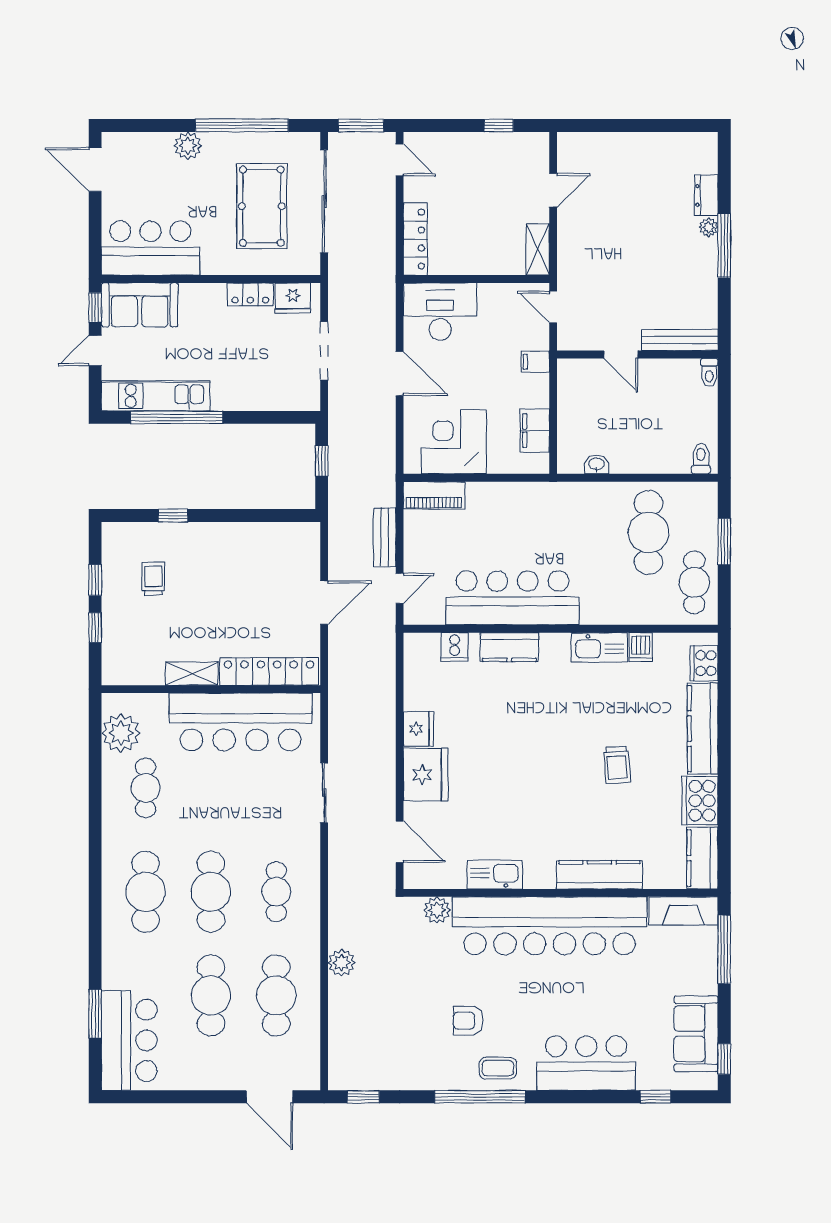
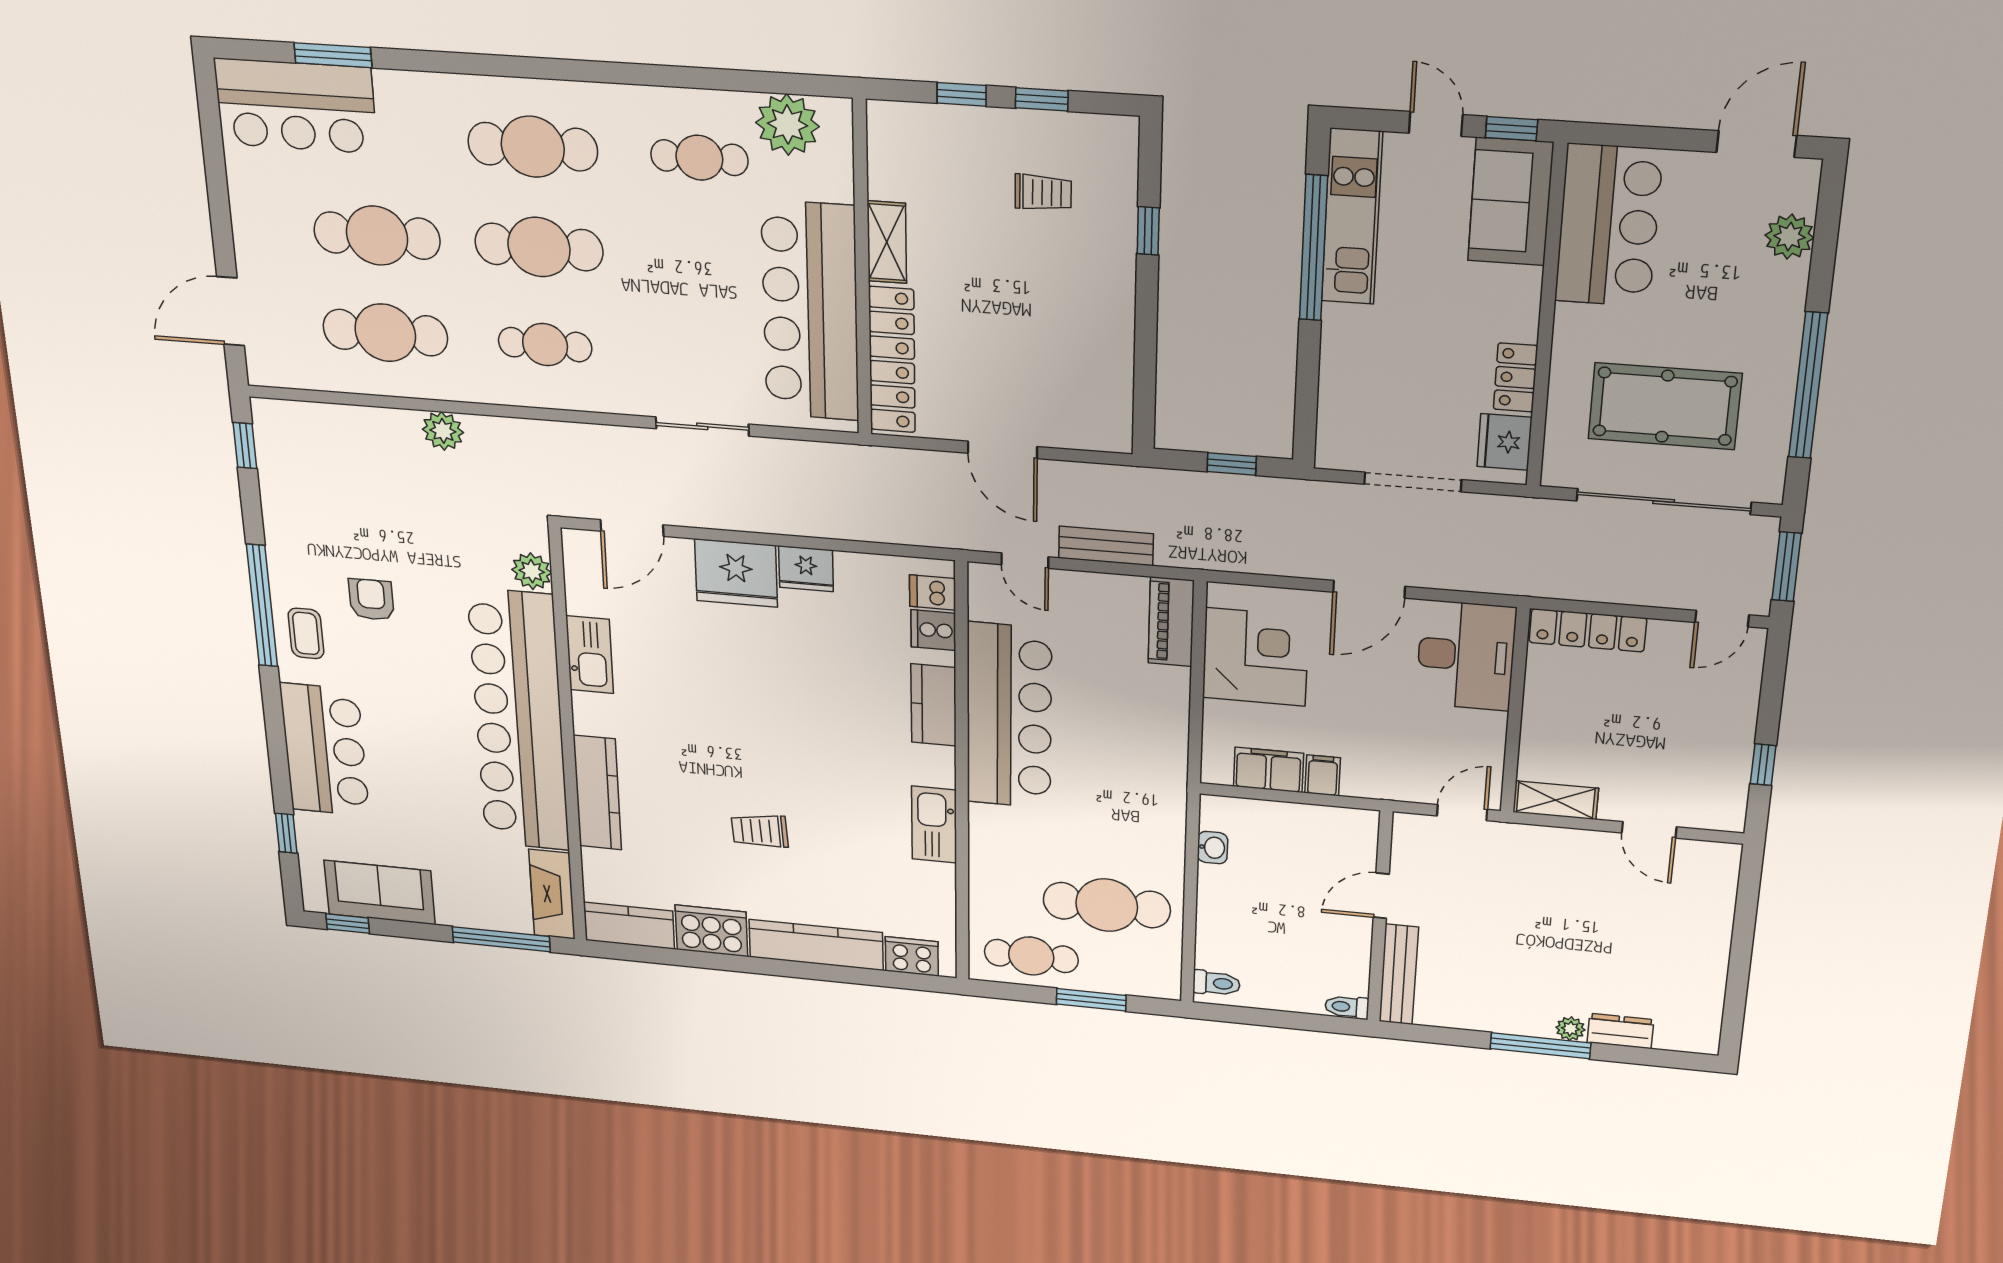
plant: (188, 146) -> (1789, 237), moved
filing cabinet: (535, 362) -> (1323, 775), moved
dishwasher: (641, 647) -> (933, 592), moved

